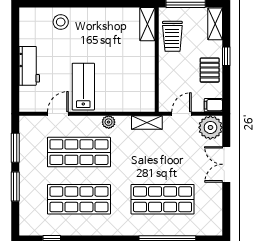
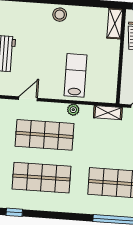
stool: (61, 22) -> (60, 15), moved
lab bench: (83, 87) -> (75, 75), moved

